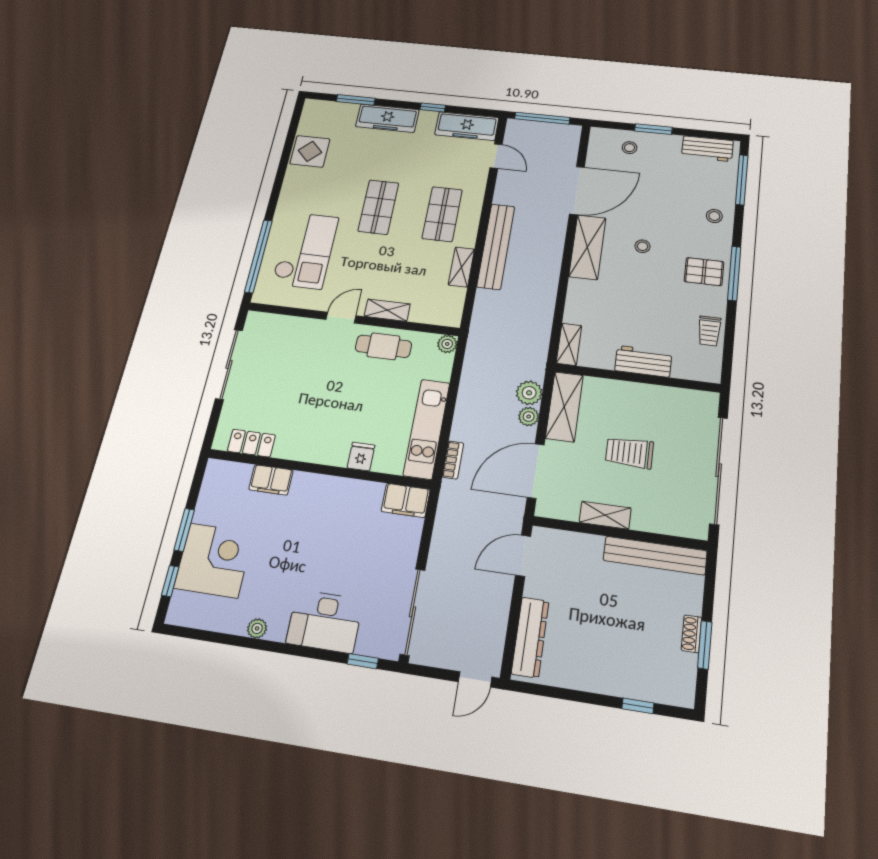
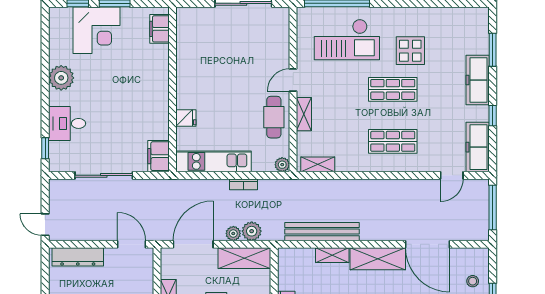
display table: (310, 151) -> (410, 51), moved
bench: (496, 246) -> (322, 232), moved
shelving: (461, 267) -> (318, 164), moved
door: (341, 318) -> (293, 80), swing flipped
shelving: (569, 344) -> (332, 255), moved
locker: (251, 443) -> (185, 36), removed
bookcase: (453, 460) -> (243, 184), moved
door: (536, 471) -> (193, 244), hinge flipped
filing cabinet: (271, 480) -> (159, 29), moved
sliding door: (413, 612) -> (104, 175), moved
desk: (325, 621) -> (67, 123), width x0.73
plant: (257, 628) -> (61, 78), width x1.88, depth x1.88

